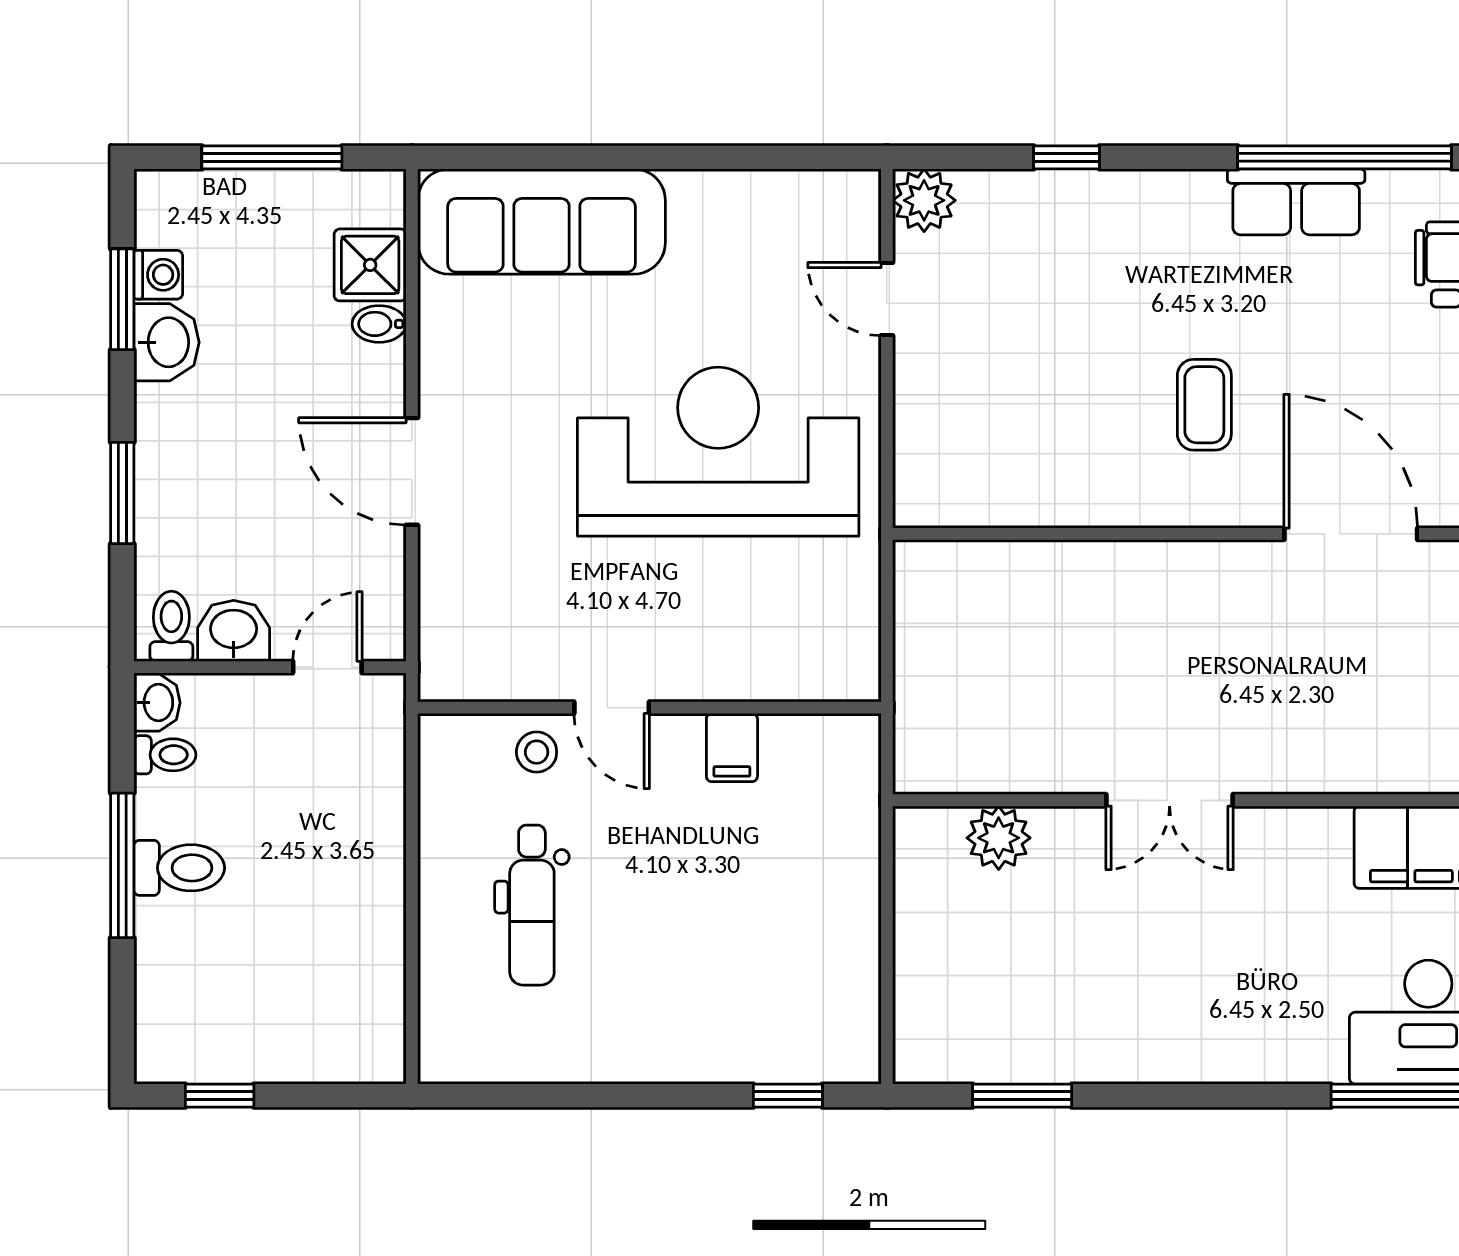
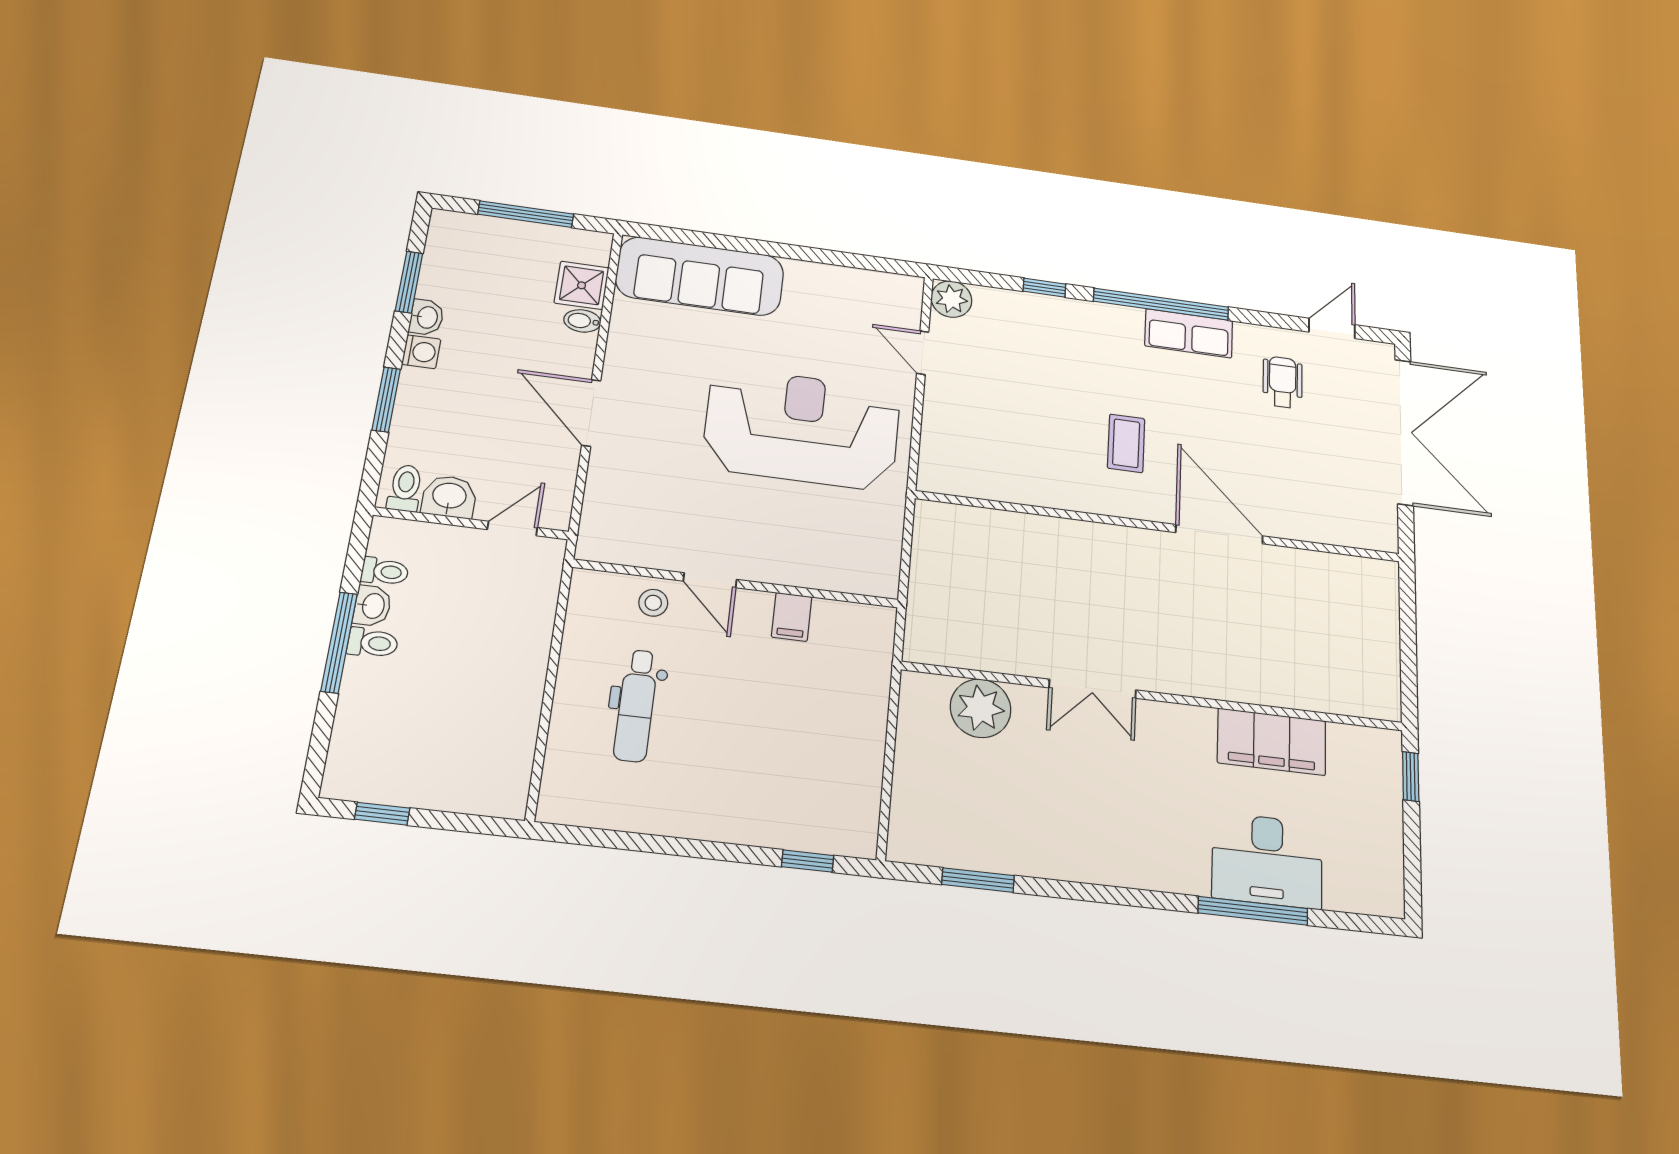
window: (1344, 157) -> (1161, 304), moved
washing machine: (158, 275) -> (421, 352), moved
washbasin: (167, 342) -> (427, 317), width x0.72, depth x0.69
washbasin: (157, 703) -> (372, 606), moved
plant: (999, 838) -> (981, 708), width x1.36, depth x1.36
toilet: (179, 868) -> (373, 643), width x0.73, depth x0.72

